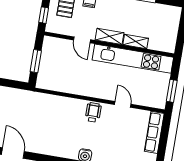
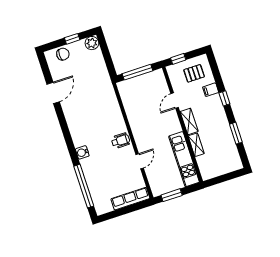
kitchen unit: (133, 59) -> (184, 159), width x0.73
window: (36, 61) -> (138, 72), width x1.44

